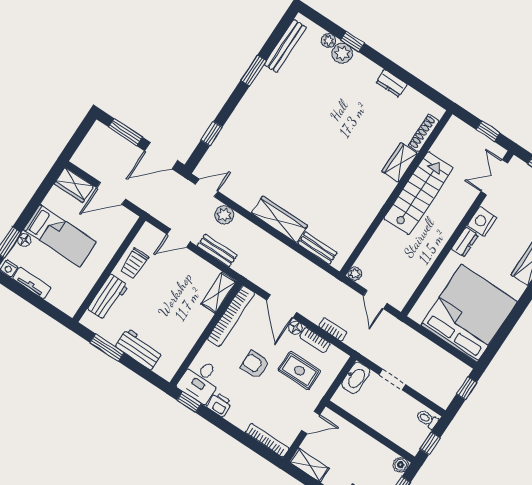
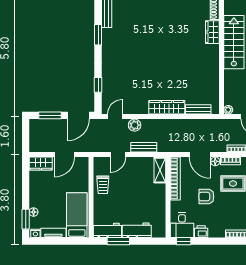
bed: (60, 236) -> (77, 215), moved, turned -90
workbench: (108, 297) -> (107, 230), moved, turned -90

